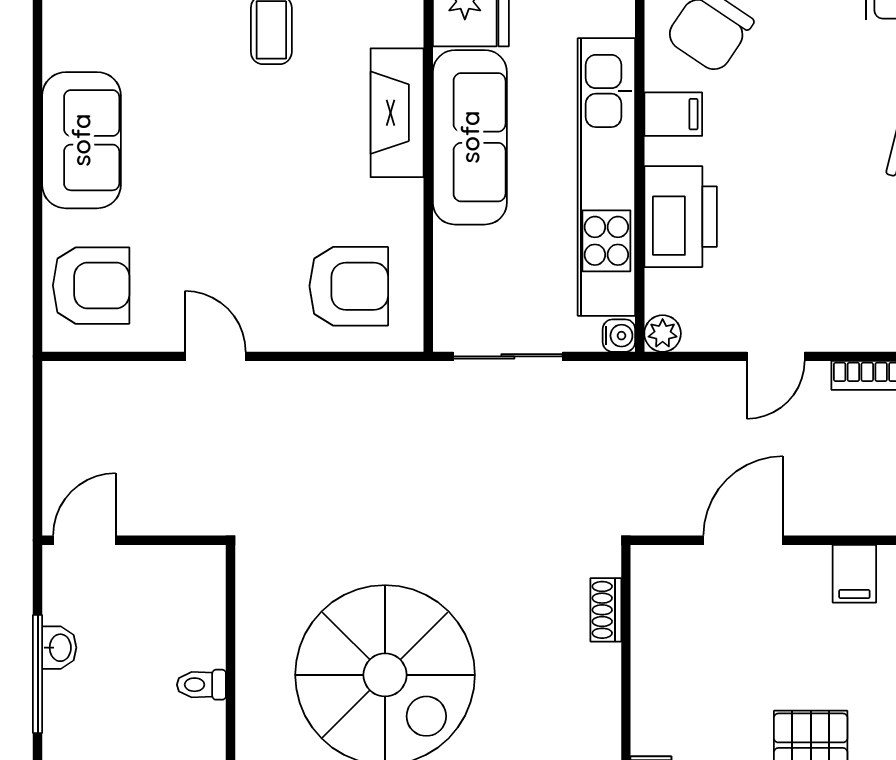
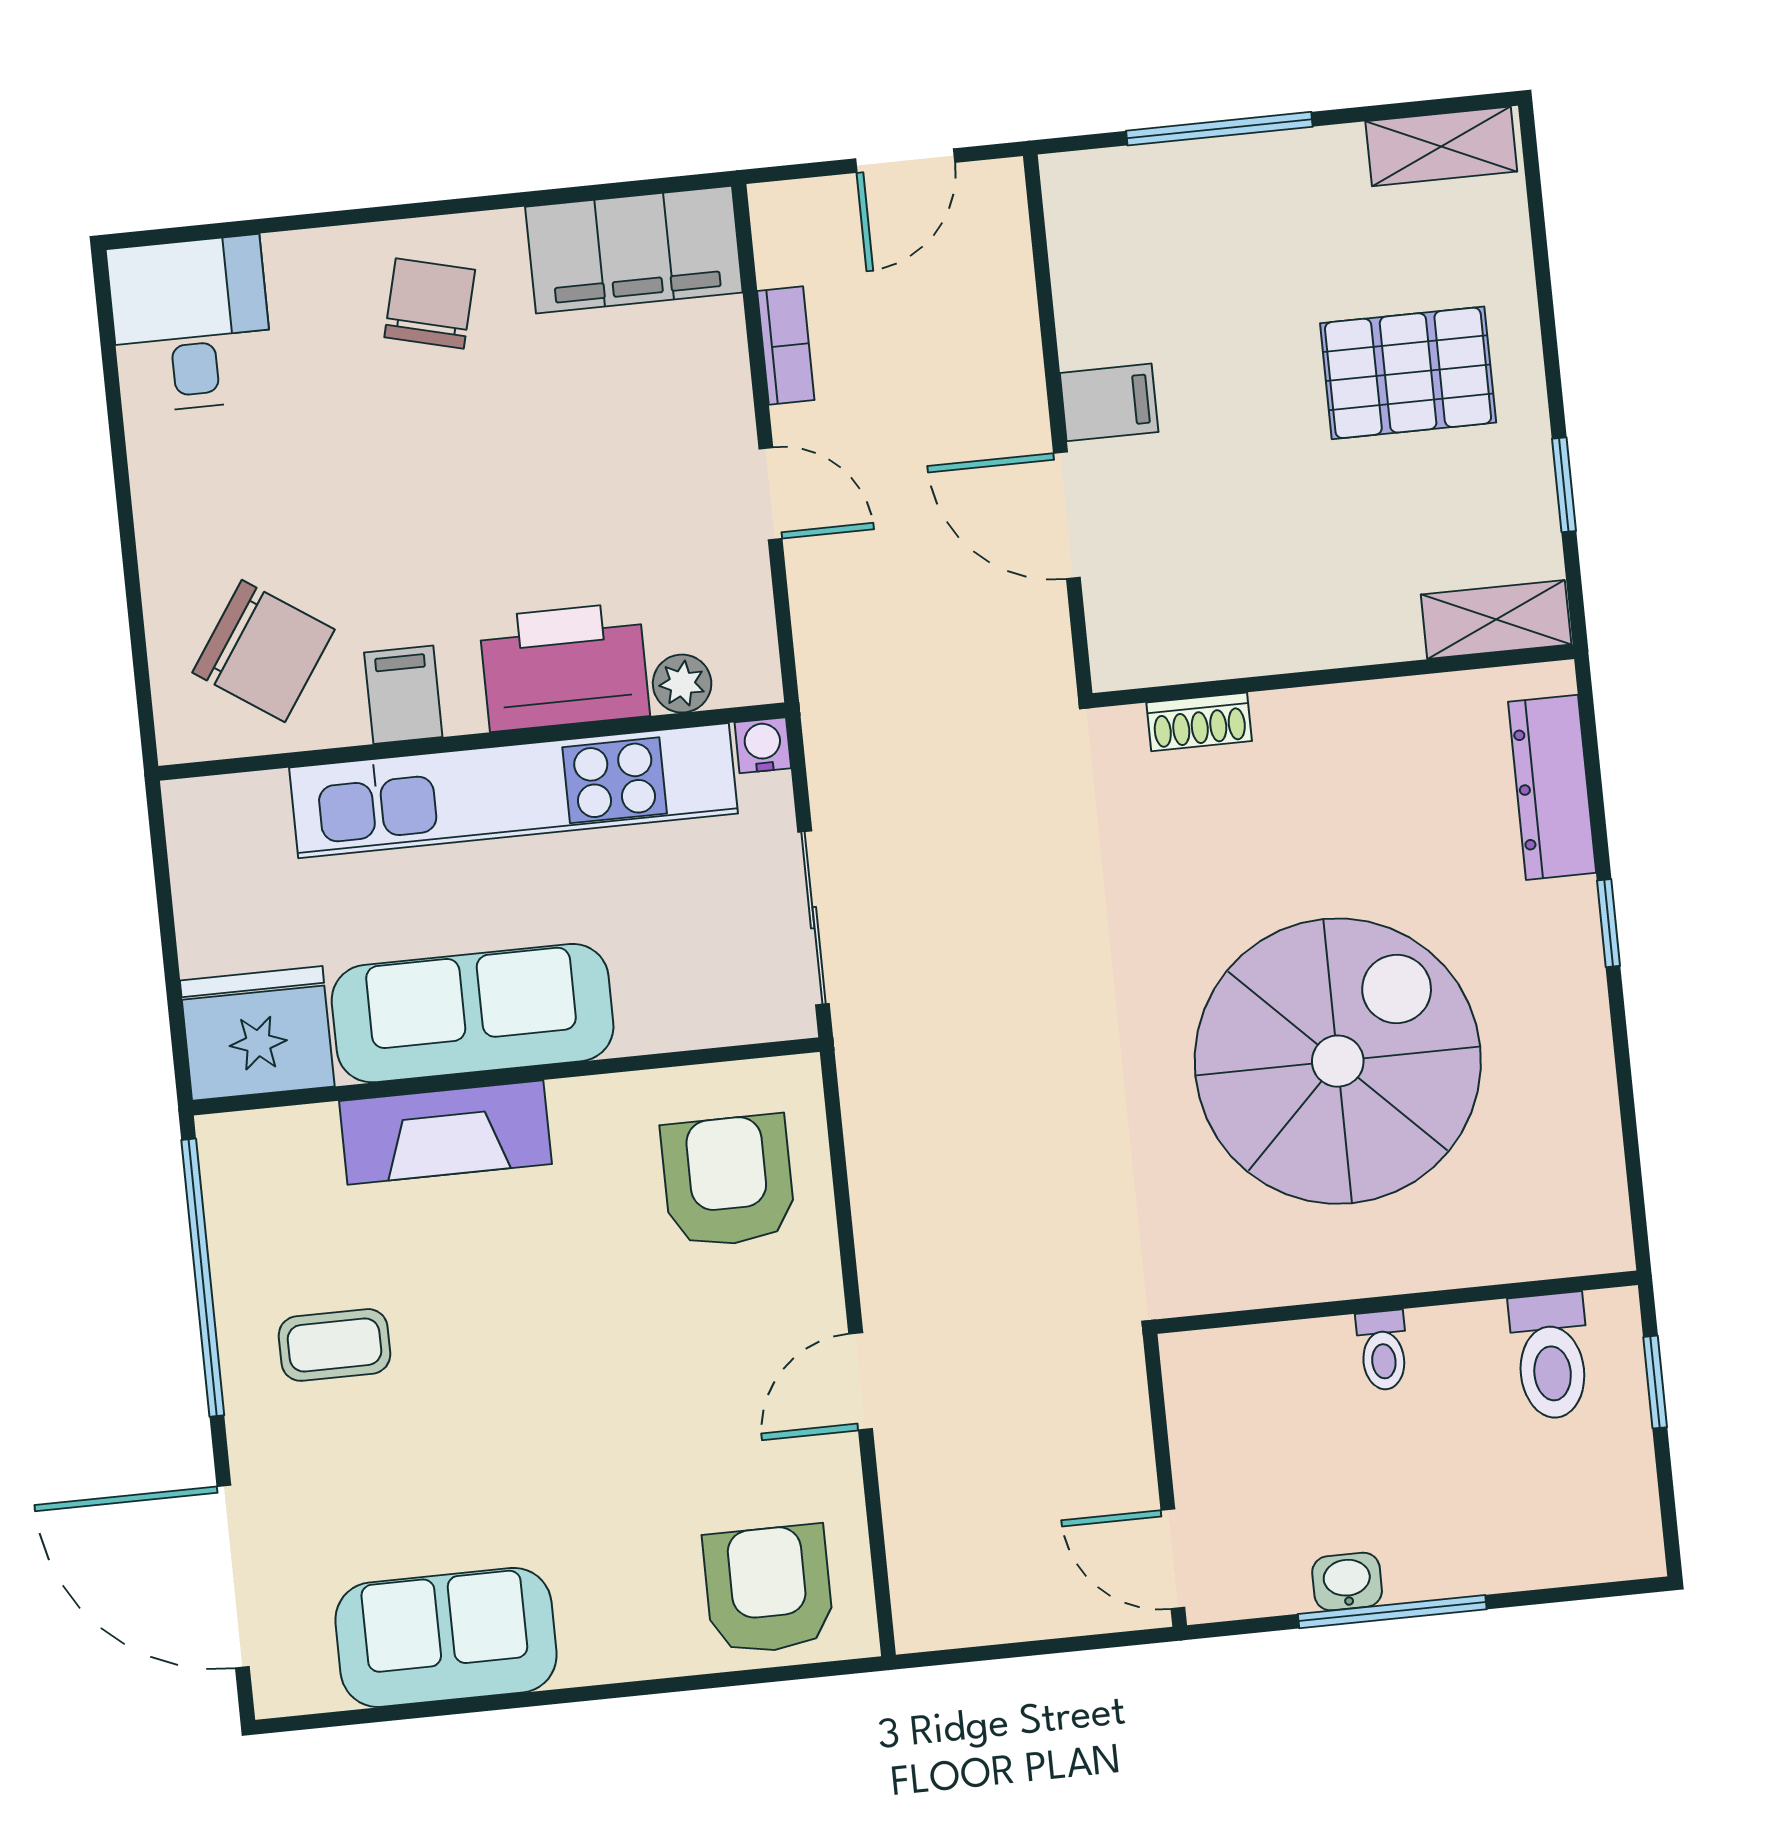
sofa: (81, 140) -> (446, 1637), moved
plant: (663, 333) -> (682, 684), moved
filing cabinet: (854, 574) -> (1109, 402), moved

